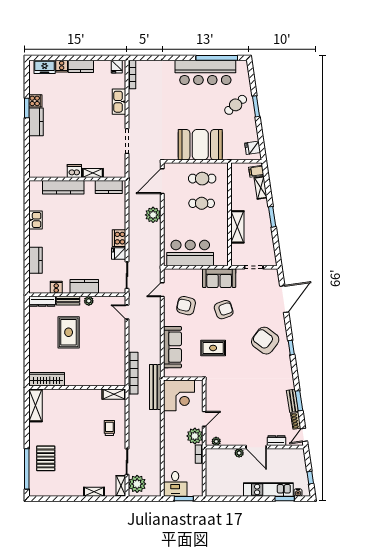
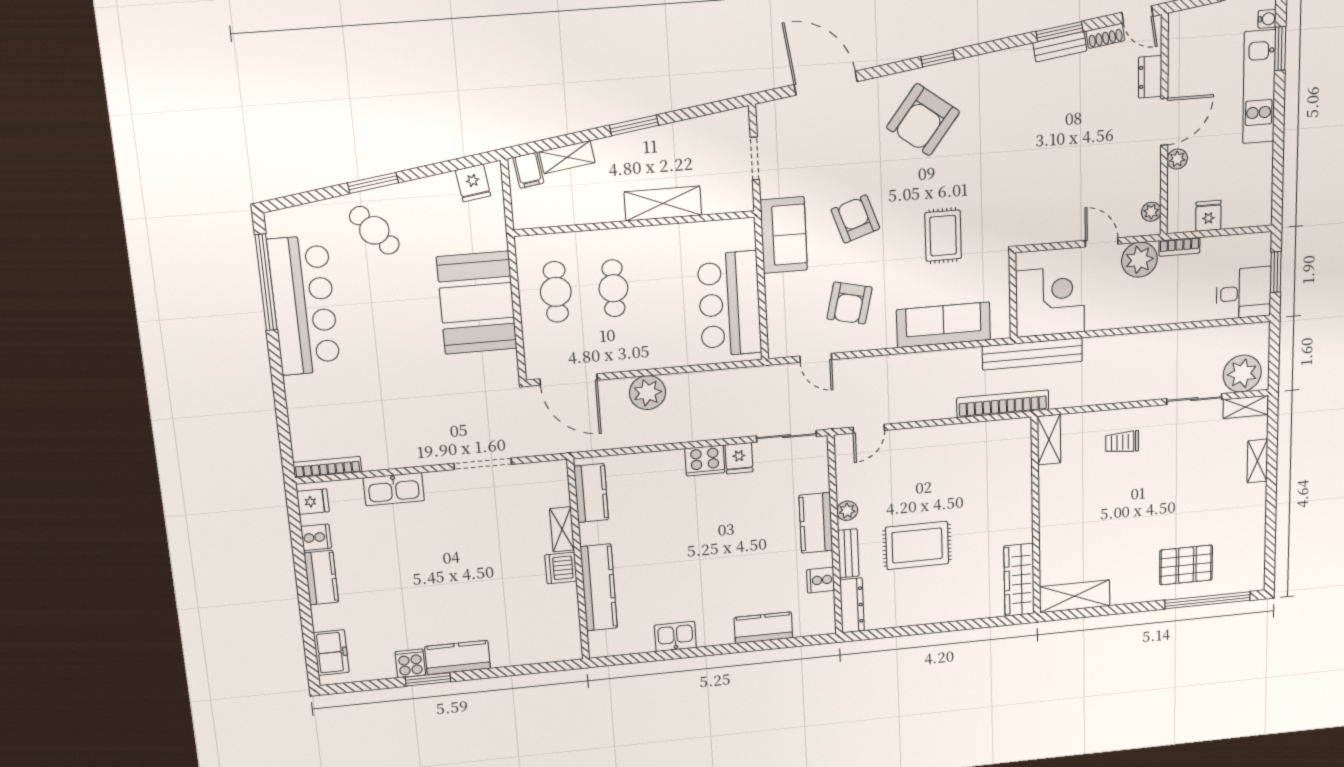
cooker: (62, 66) -> (316, 537), moved
fridge: (212, 467) -> (1208, 216), added

